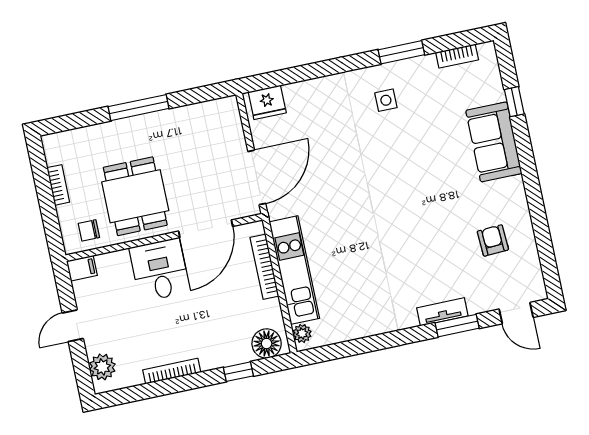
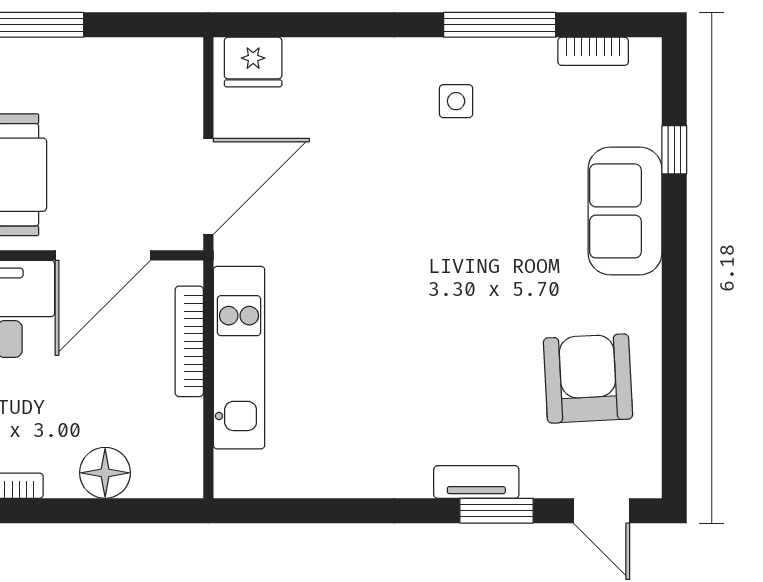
window: (401, 52) -> (500, 25), width x1.44
armchair: (493, 240) -> (588, 378), width x1.88, depth x1.88
plant: (302, 333) -> (230, 468), removed
floor lamp: (267, 344) -> (105, 473), moved
window: (238, 372) -> (107, 511), removed

